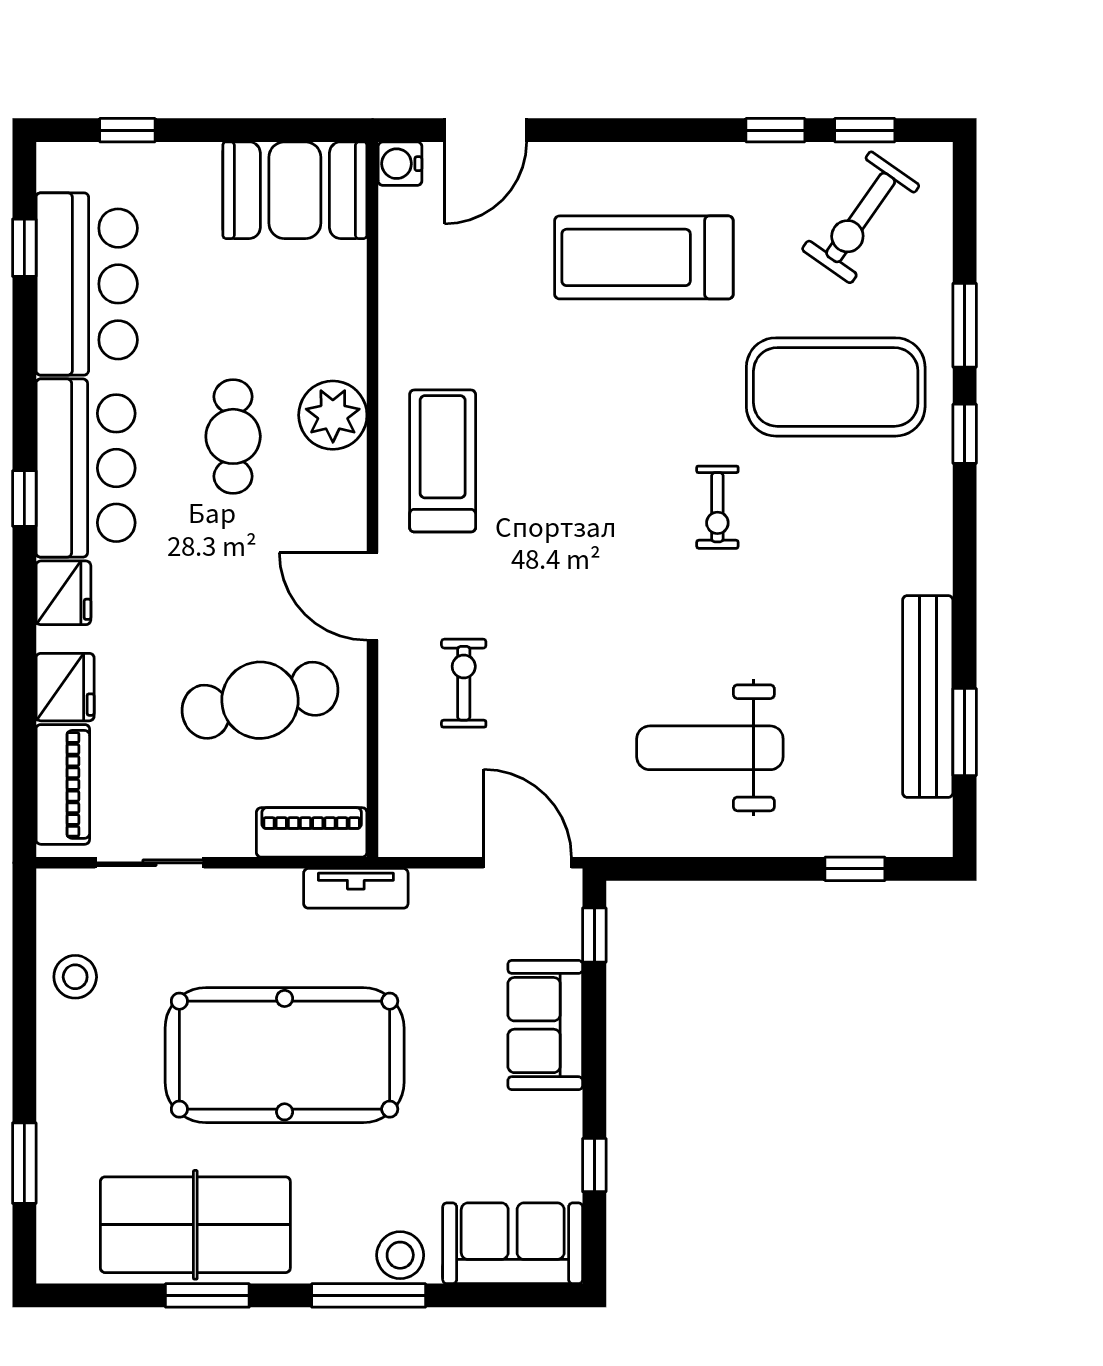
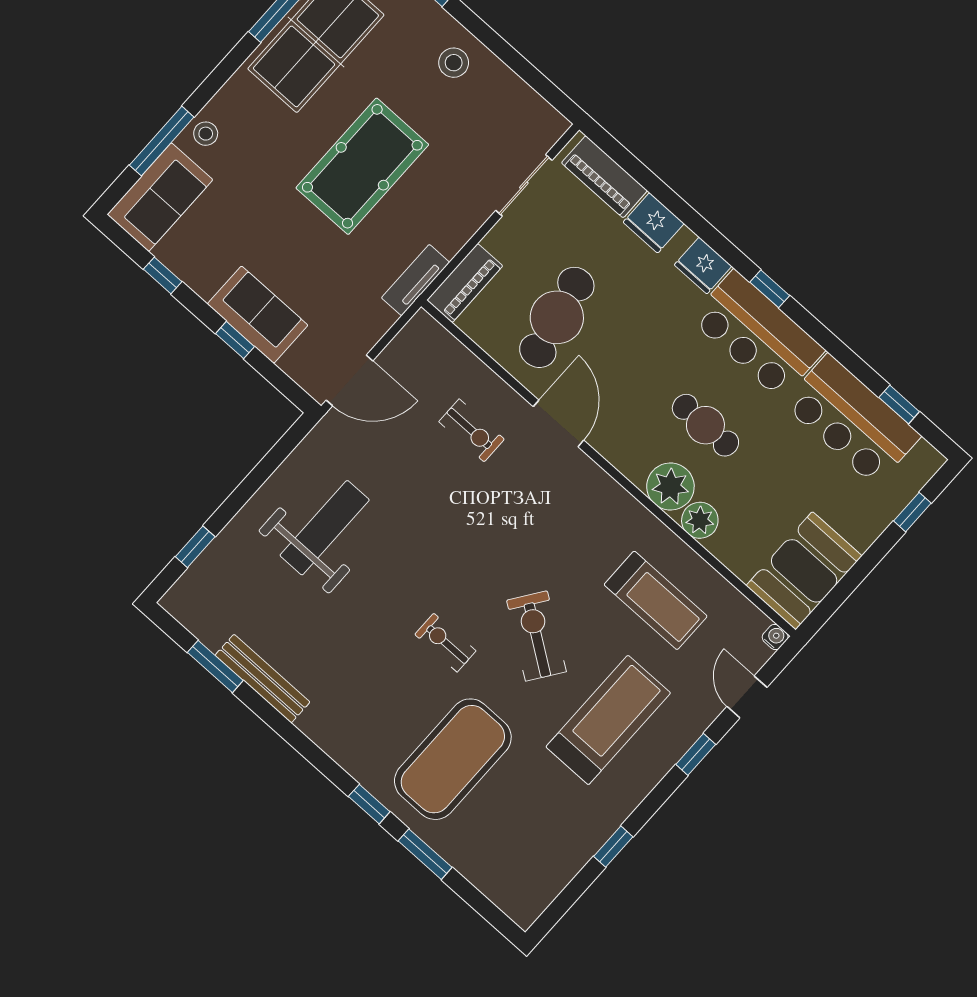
door: (486, 130) -> (747, 697), width x0.73
window: (865, 130) -> (696, 754), moved
water cooler: (400, 164) -> (775, 637), width x0.72, depth x0.72
exercise bike: (861, 217) -> (536, 636), moved
plant: (341, 351) -> (700, 520), added
treadmill: (443, 461) -> (656, 600), moved
door: (373, 596) -> (558, 423), hinge flipped
bench: (928, 696) -> (262, 679), width x0.73, depth x0.82
window: (594, 935) -> (235, 340), moved
stool: (75, 977) -> (454, 63), moved
pool table: (285, 1055) -> (362, 166), width x0.73, depth x0.76
stool: (400, 1255) -> (206, 134), width x0.73, depth x0.73
window: (369, 1295) -> (162, 141), moved

